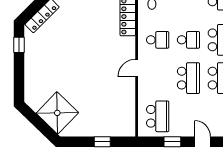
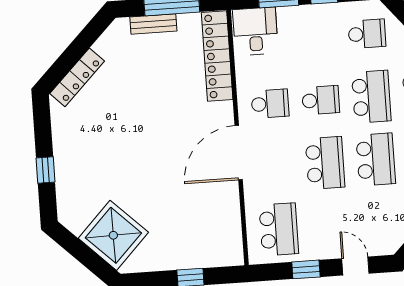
window: (19, 45) -> (45, 170), moved
door: (137, 68) -> (239, 153), width x1.88

